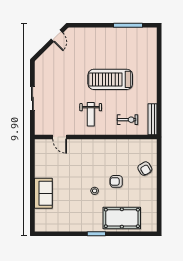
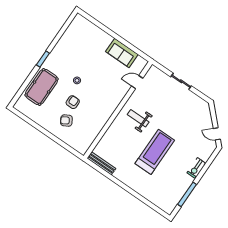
exercise bike: (128, 120) -> (196, 168), moved
armchair: (145, 169) -> (66, 121), moved
sofa: (43, 193) -> (122, 53), moved

